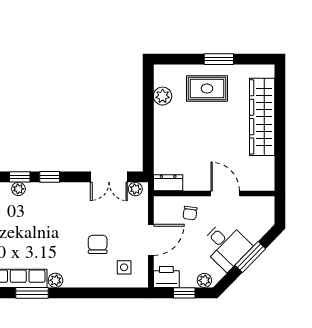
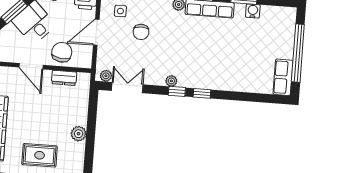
plant: (163, 96) -> (79, 134), moved
dresser: (168, 183) -> (64, 78), moved
plant: (18, 189) -> (171, 81), moved
chair: (190, 213) -> (62, 52), width x1.87, depth x1.87

